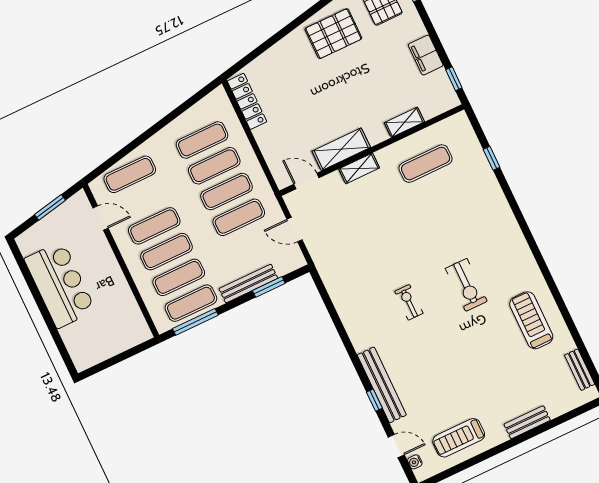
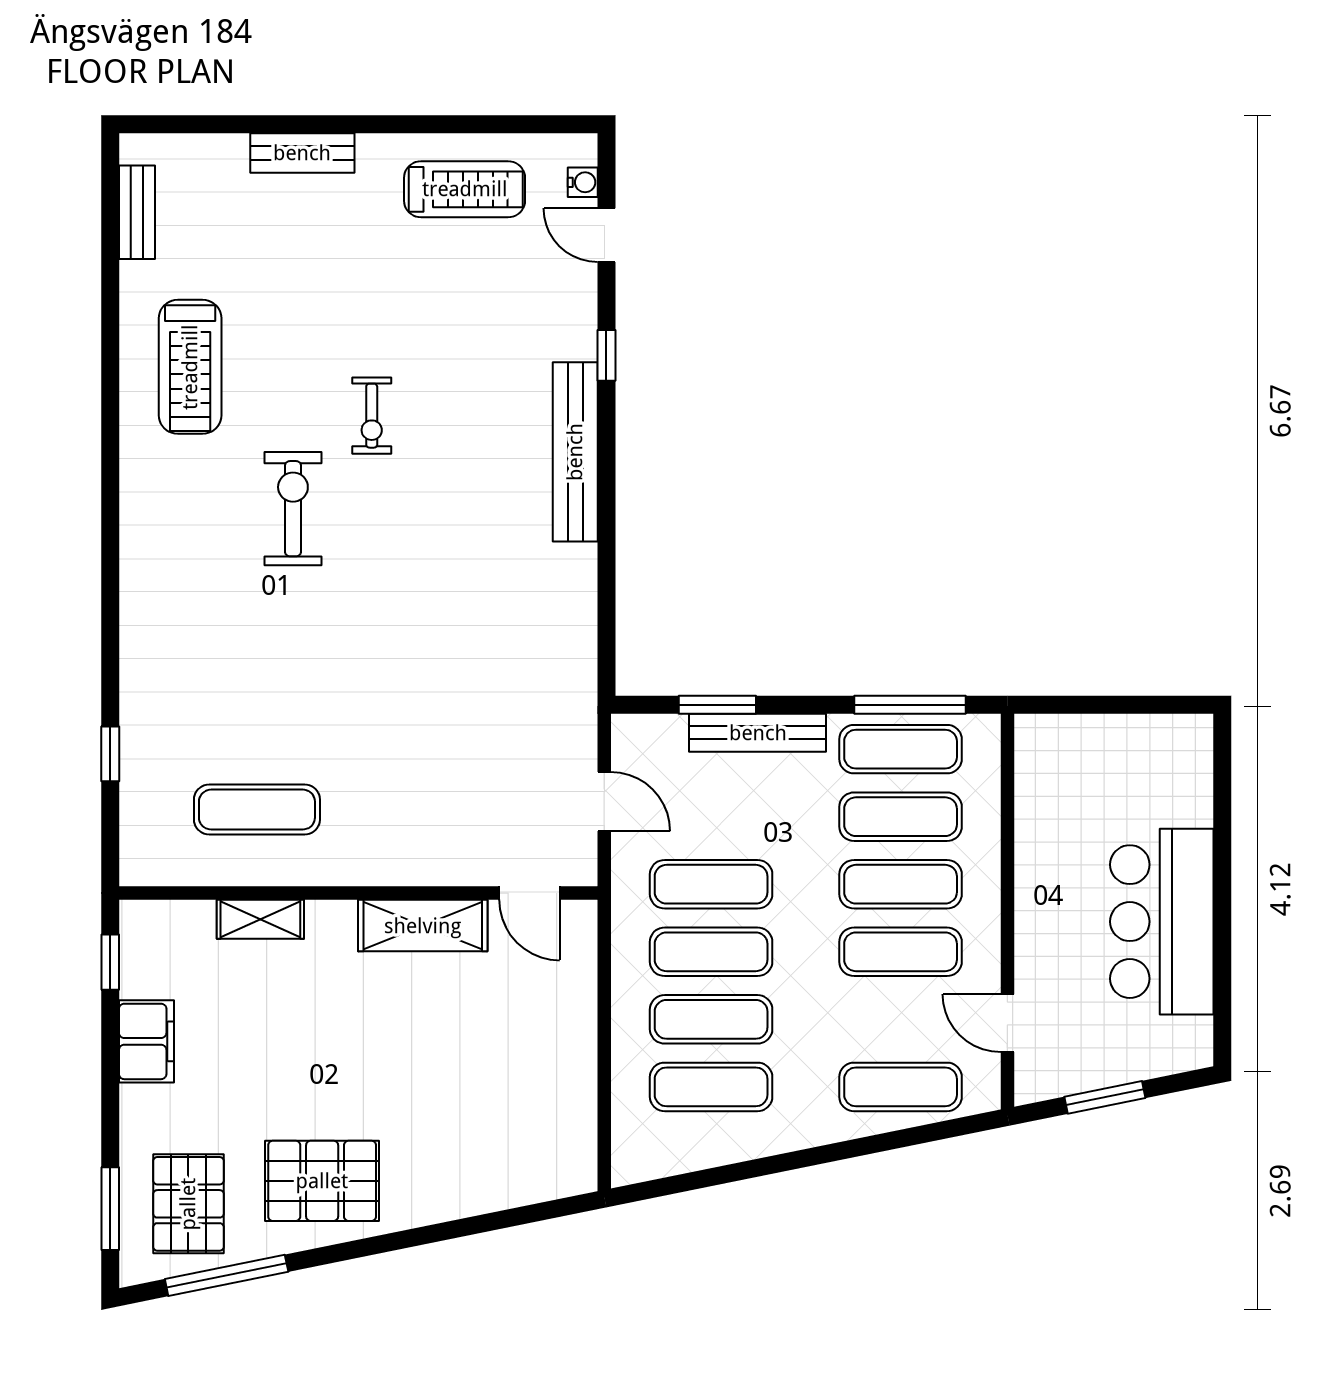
locker: (247, 101) -> (576, 1124), removed
shelving: (359, 168) -> (404, 867), removed
exercise bike: (409, 302) -> (372, 416), moved
bench: (382, 385) -> (575, 452), moved

